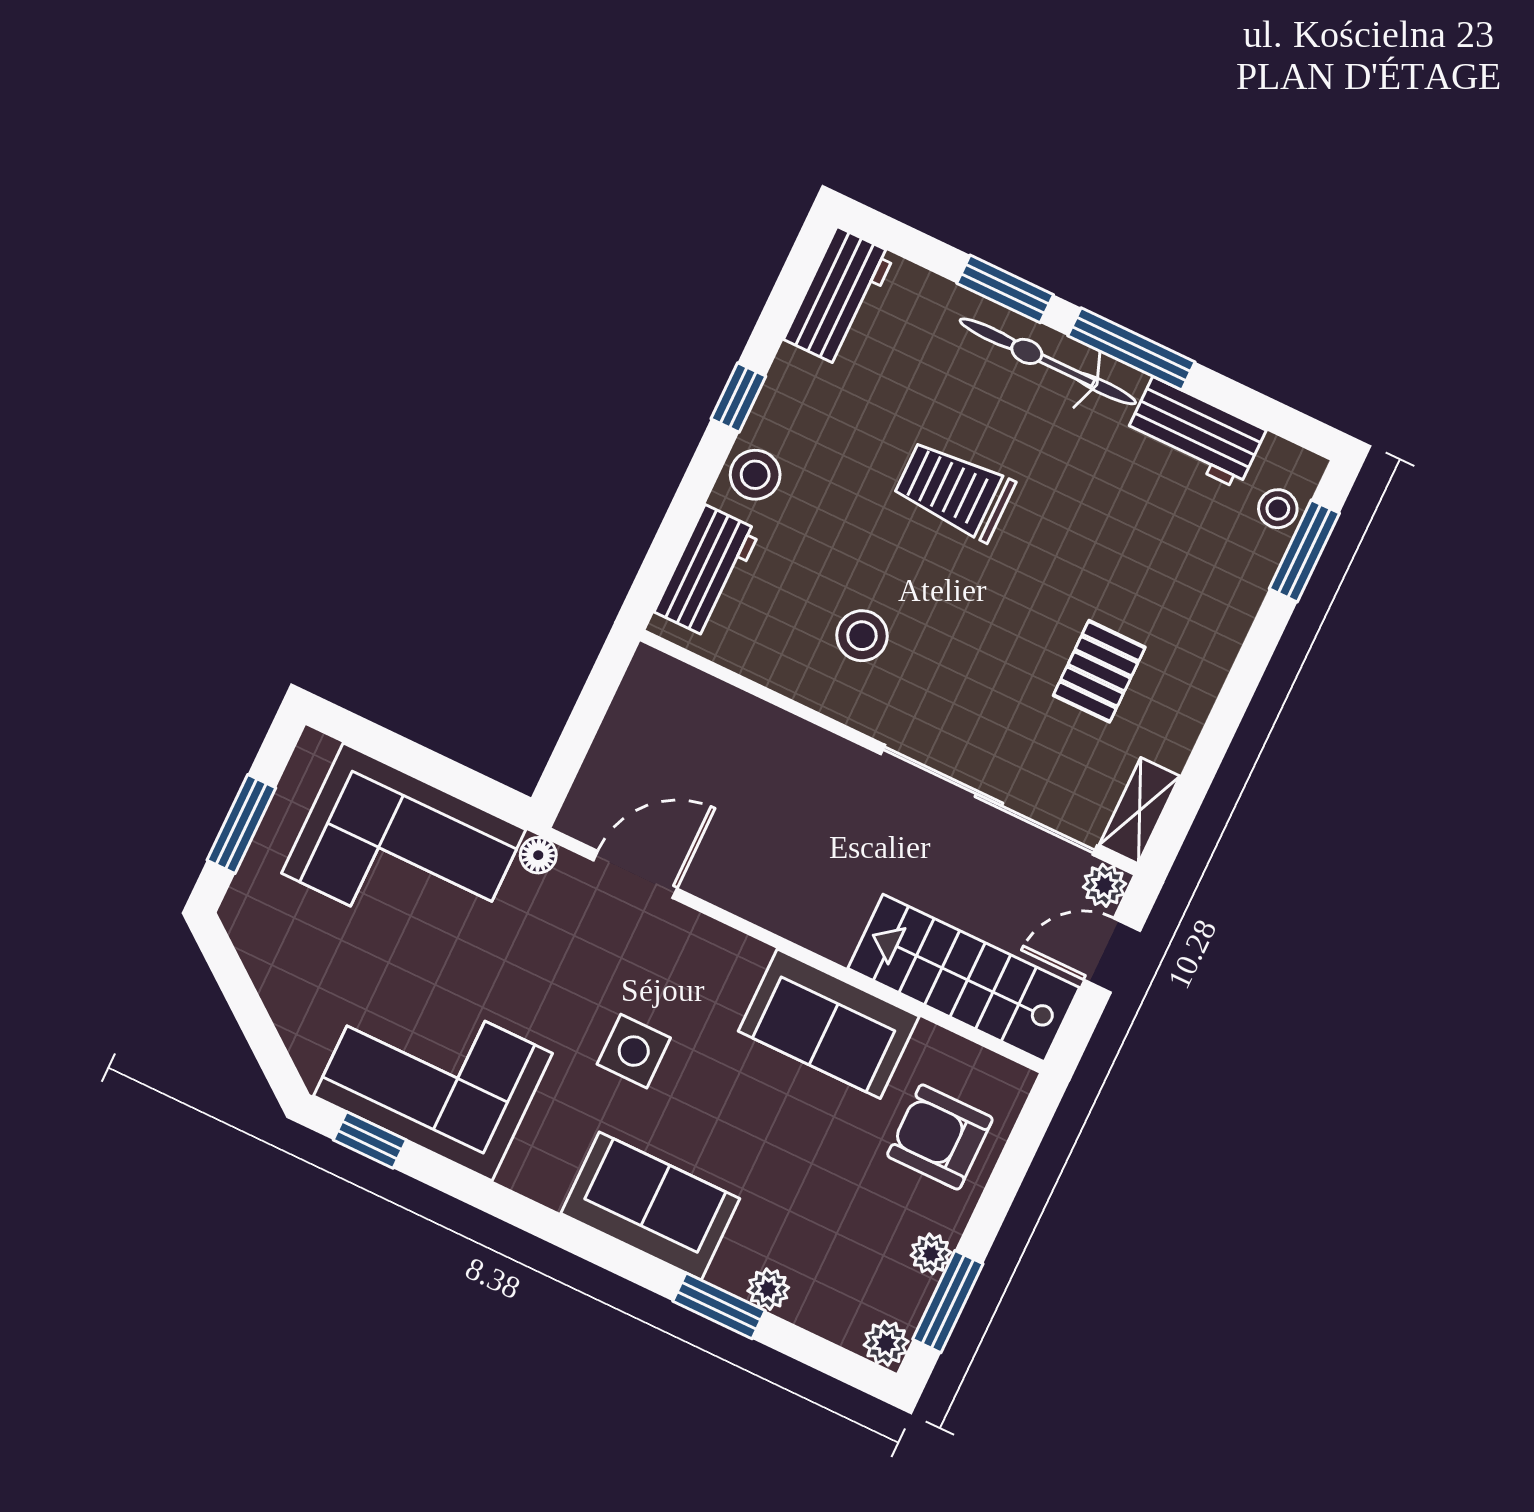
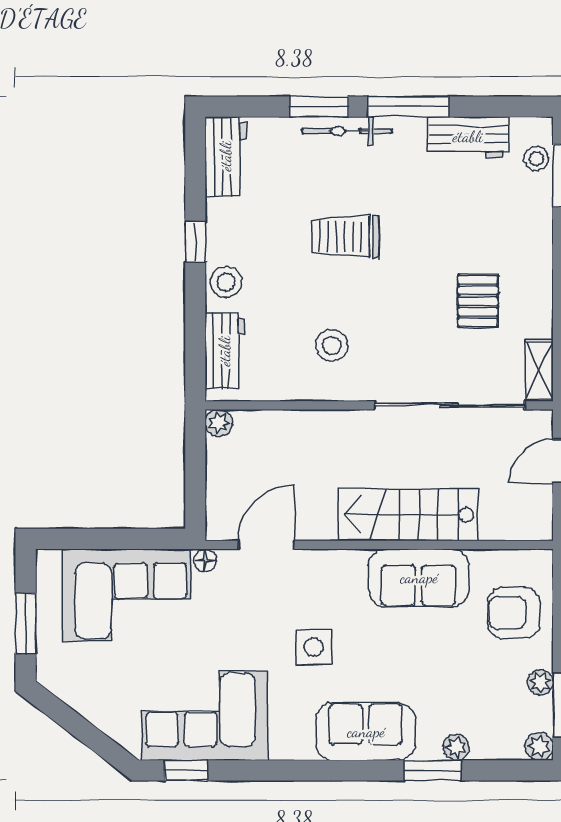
bicycle: (1048, 361) -> (347, 131), width x0.73, depth x0.71
plant: (1104, 885) -> (219, 423), moved
stairs: (964, 978) -> (408, 515), moved

